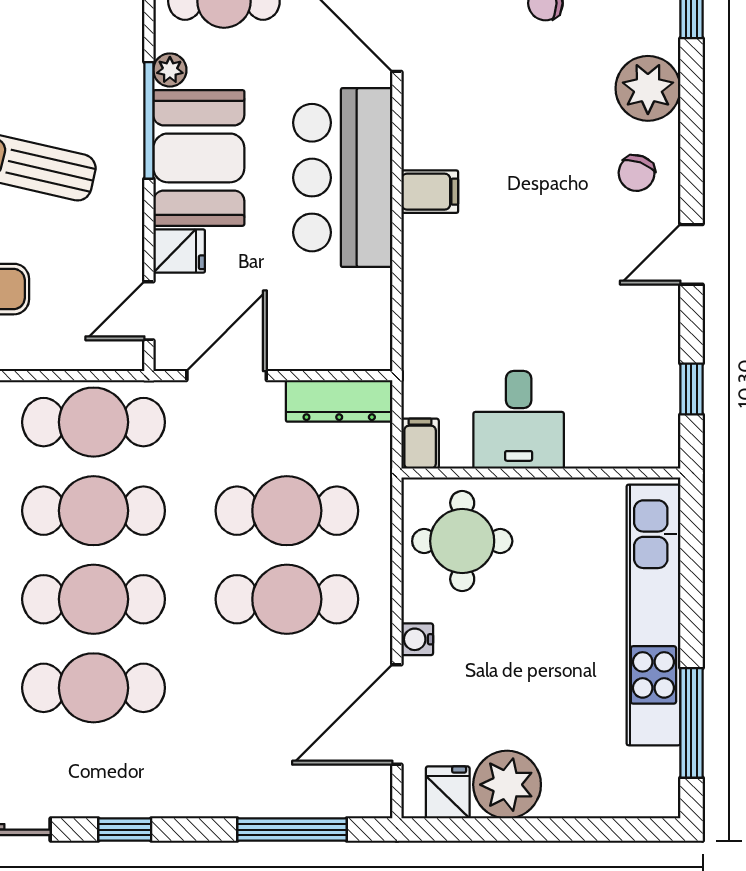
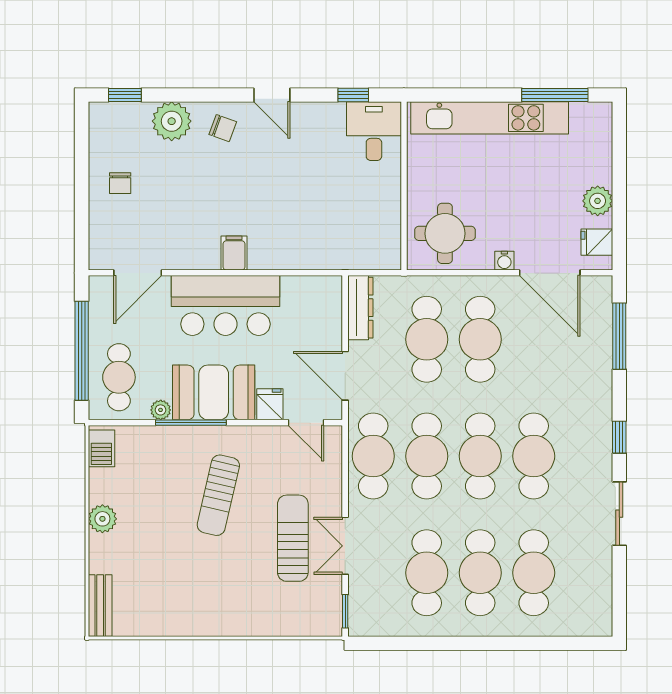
desk: (519, 420) -> (374, 131), moved, turned -90
filing cabinet: (420, 444) -> (386, 259), removed
plant: (507, 785) -> (598, 201), width x0.73, depth x0.73

